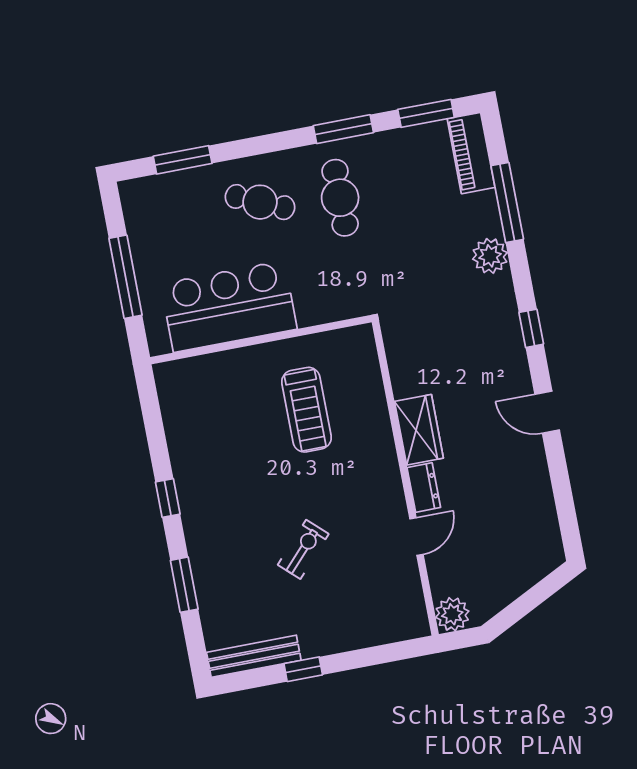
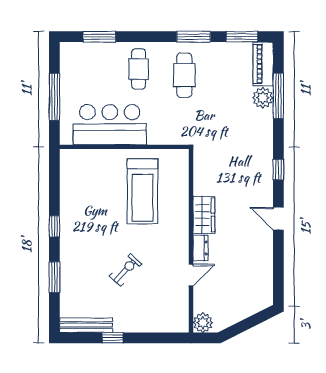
cafe table: (260, 202) -> (139, 69), turned 66
plant: (490, 256) -> (263, 98), moved
treadmill: (306, 410) -> (142, 191), width x1.37, depth x1.38

